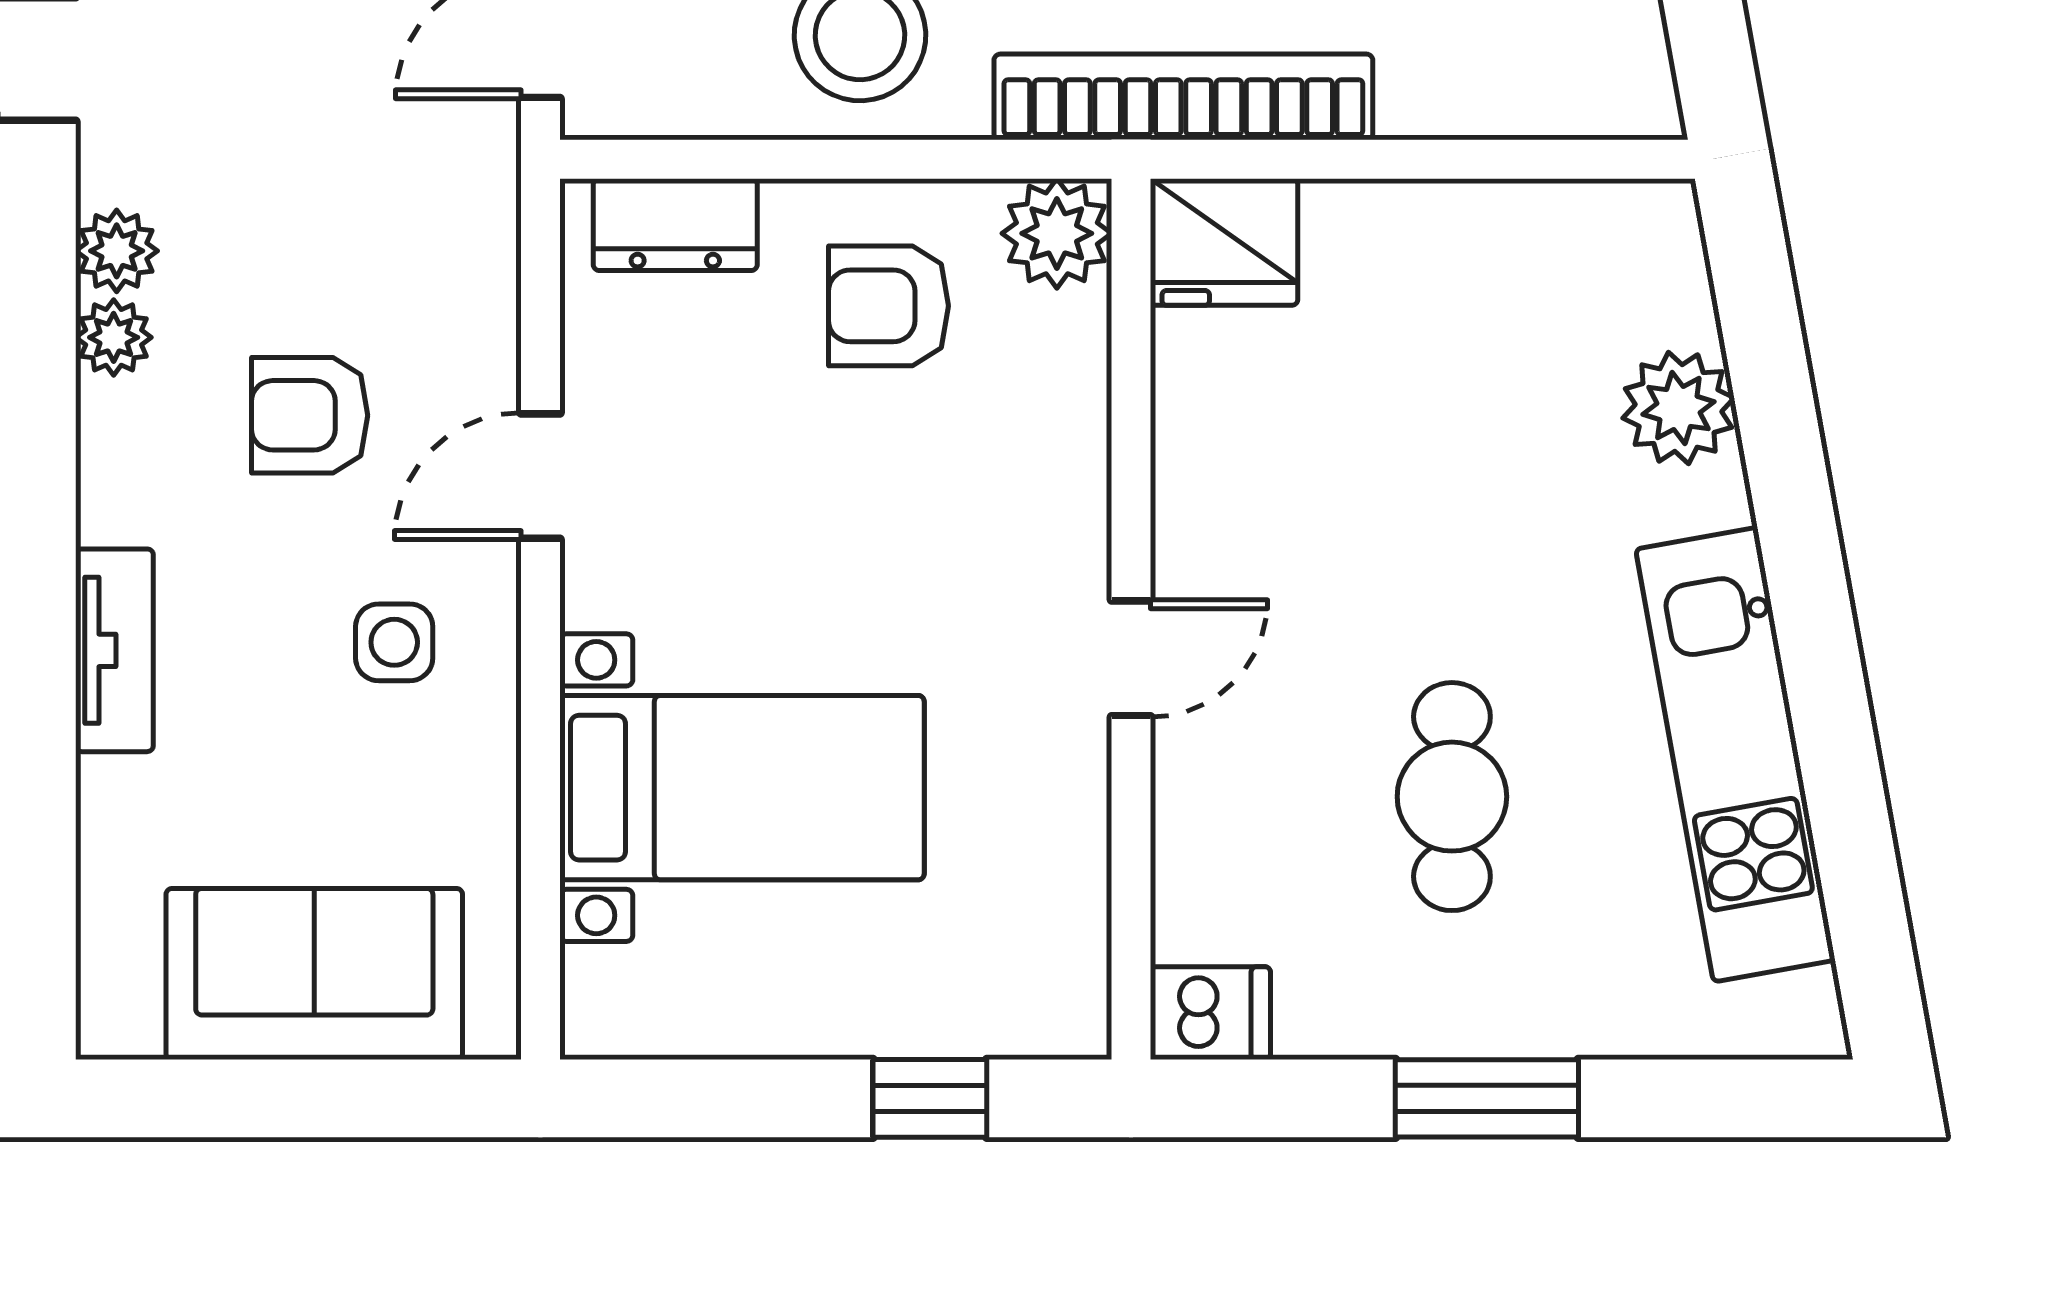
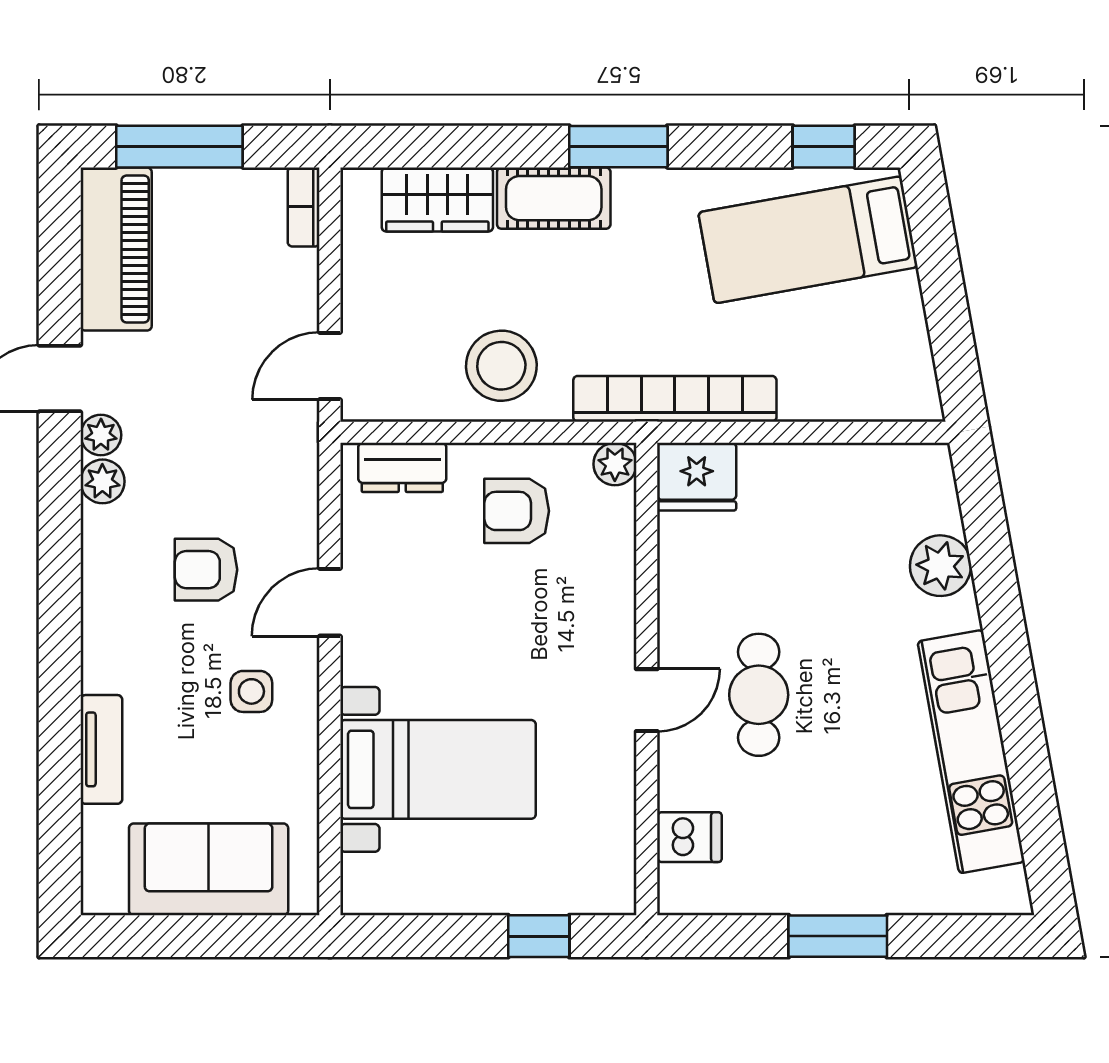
plant: (1057, 233) -> (615, 464), width x0.73, depth x0.73
plant: (114, 337) -> (101, 435), moved
tv unit: (114, 650) -> (101, 749), moved
cafe table: (1452, 797) -> (759, 695), moved
dishwasher: (1210, 1013) -> (689, 837), moved

